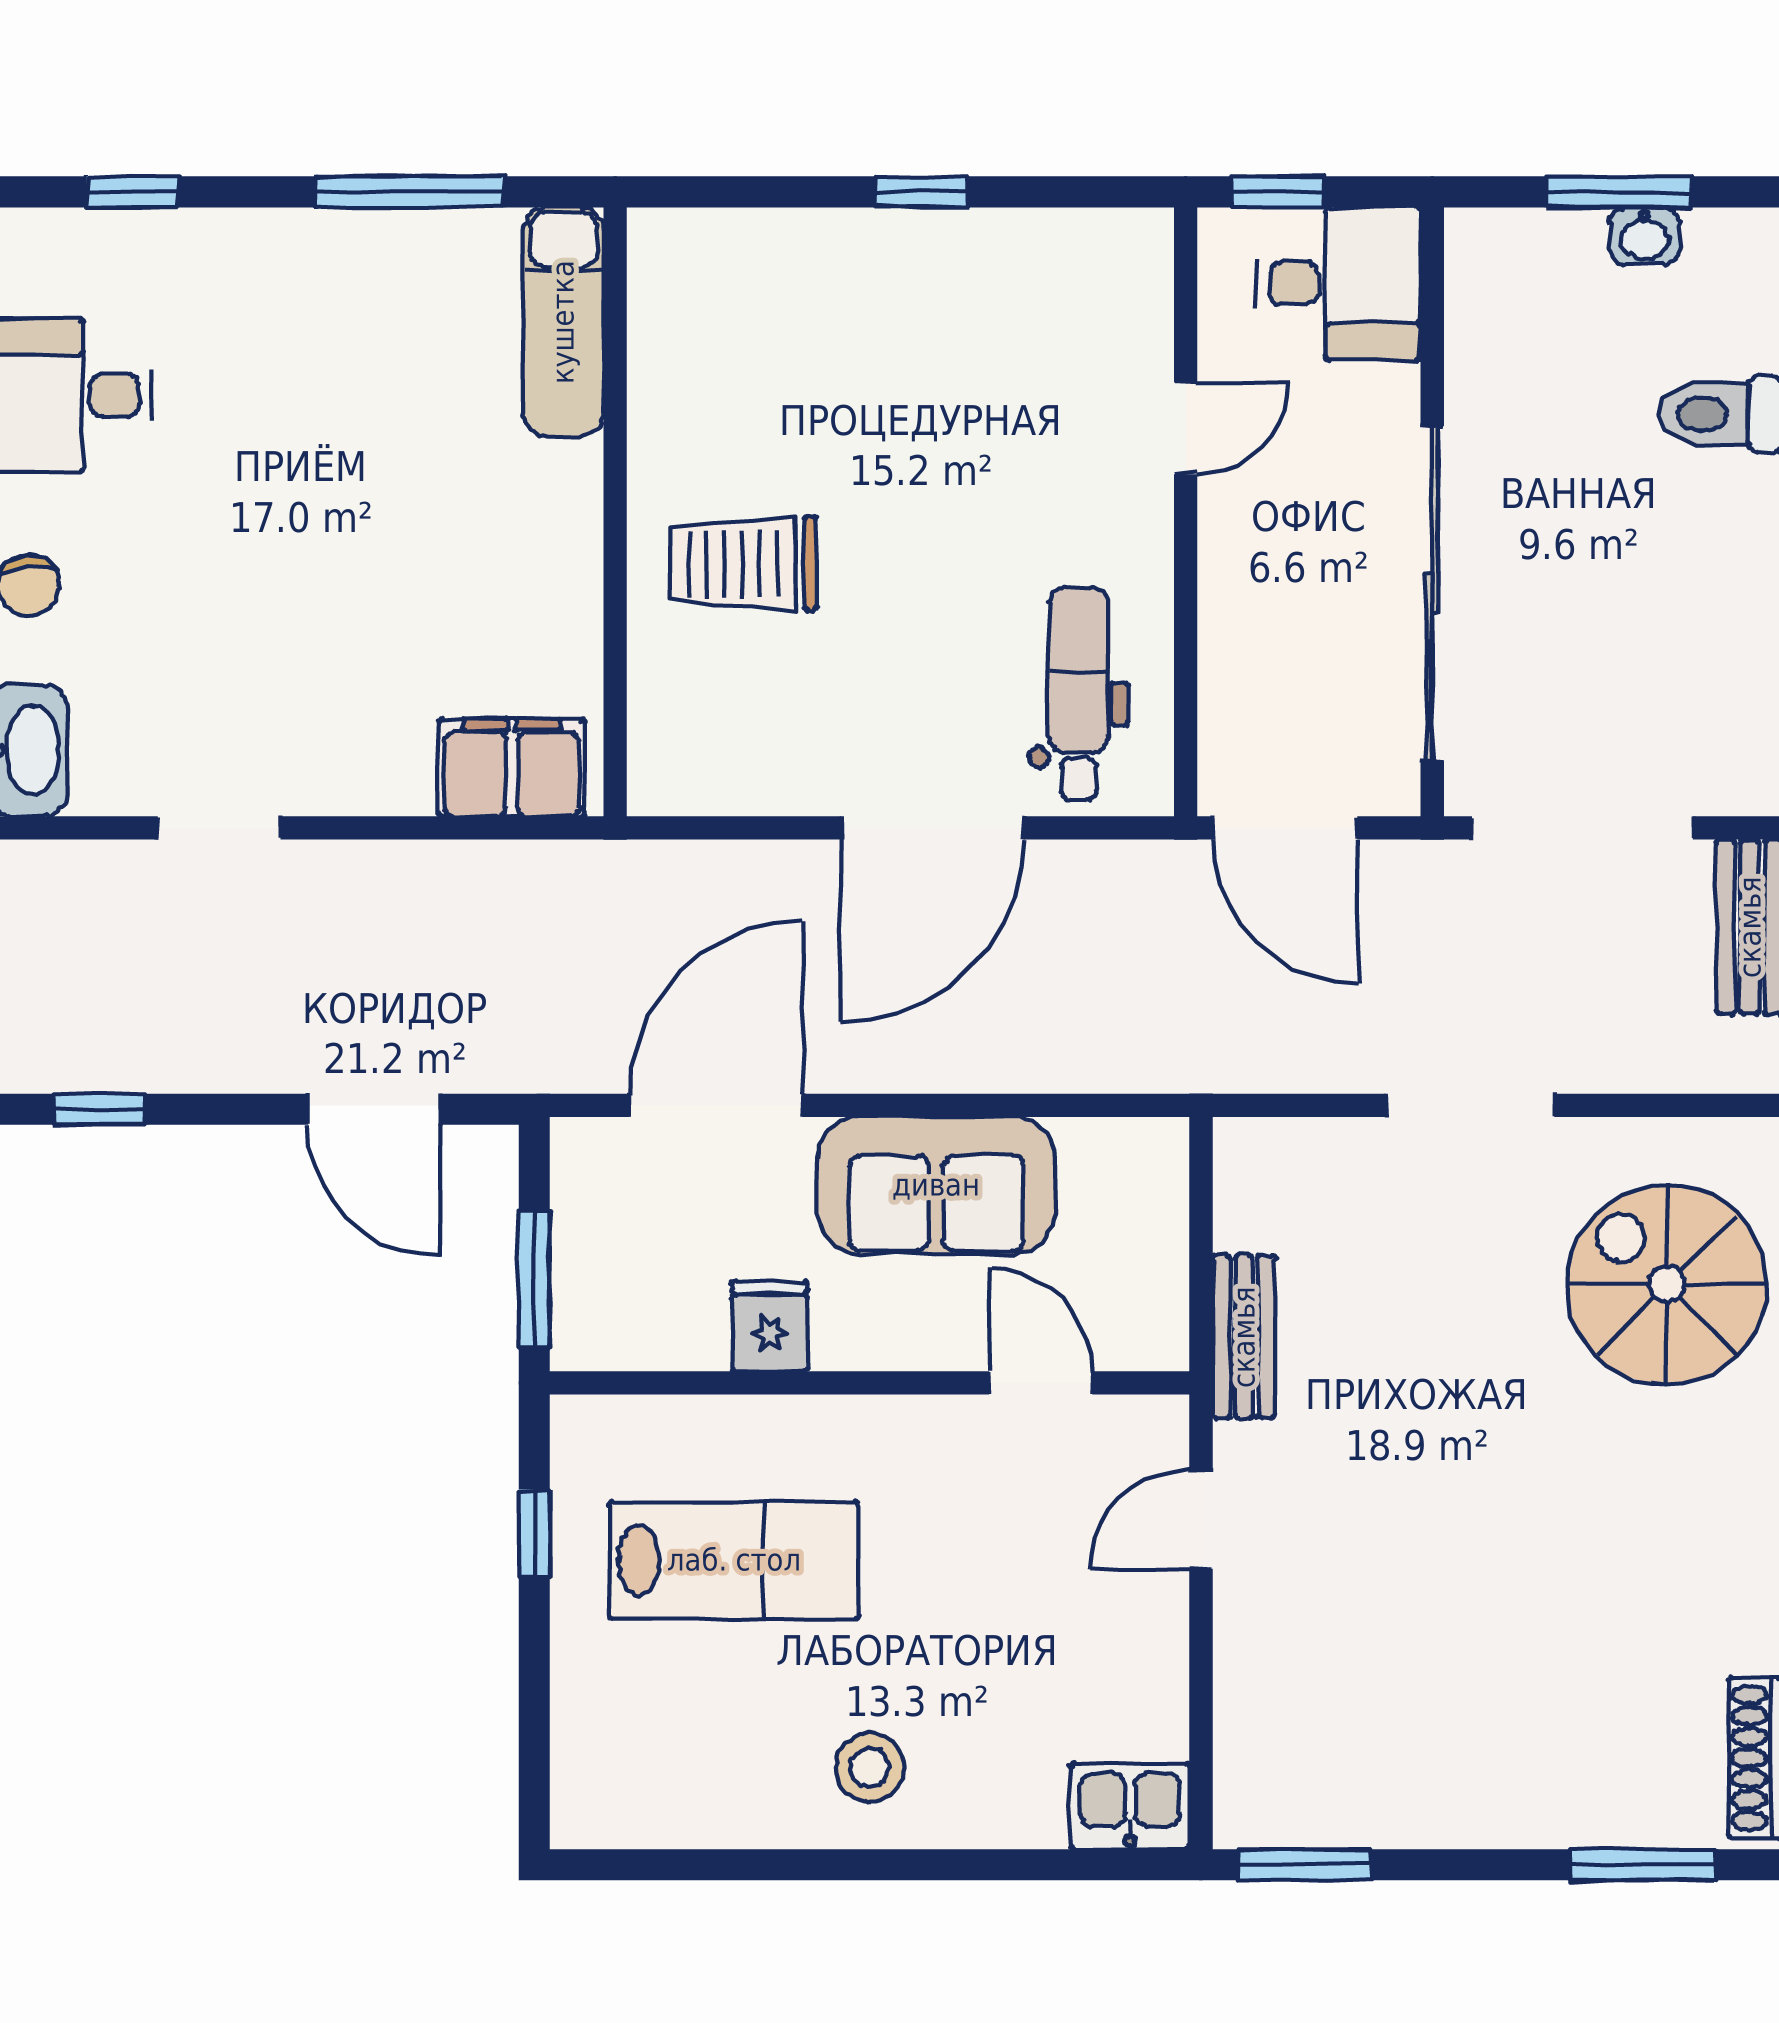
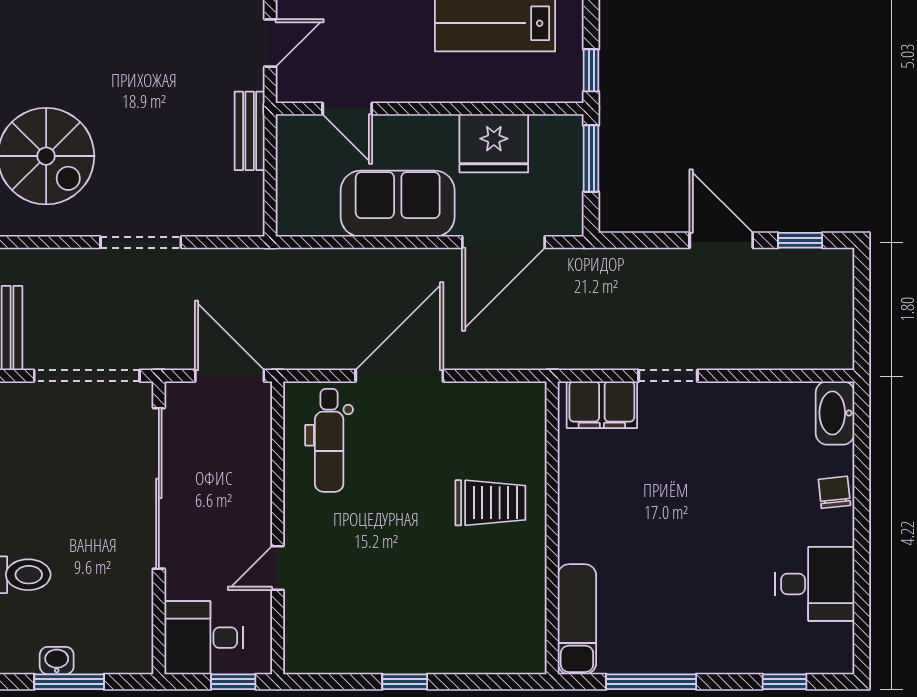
doorway: (219, 828) -> (668, 376), moved
door: (374, 1109) -> (721, 240), moved
fridge: (770, 1326) -> (494, 143), width x1.88, depth x1.34
window: (534, 1533) -> (591, 70), moved

